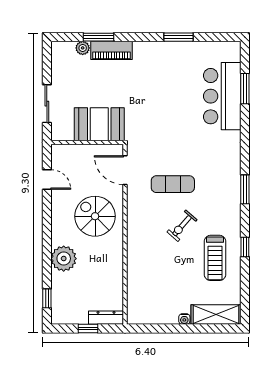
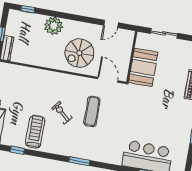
door: (125, 170) -> (108, 80), hinge flipped
spiral stairs: (95, 216) -> (79, 53), turned 180
window: (245, 247) -> (17, 150), moved
treadmill: (215, 258) -> (35, 132), turned 90

